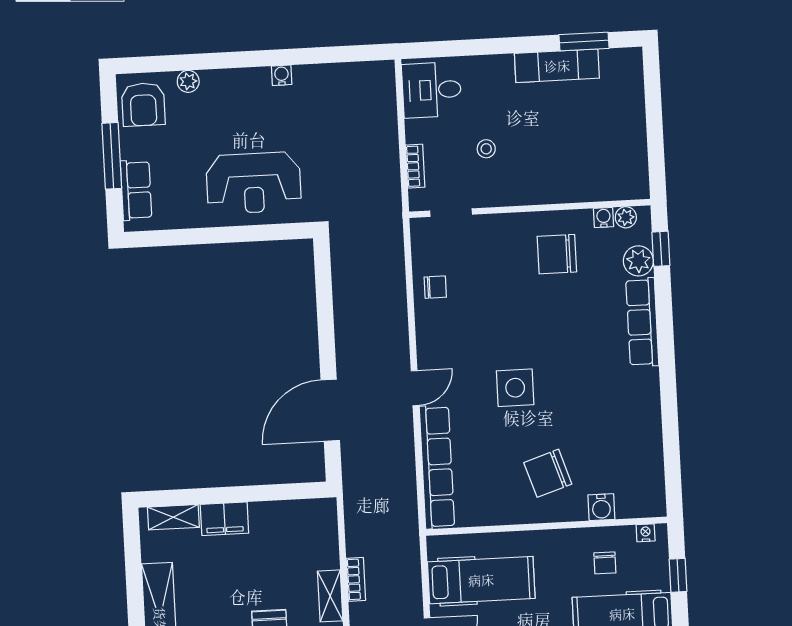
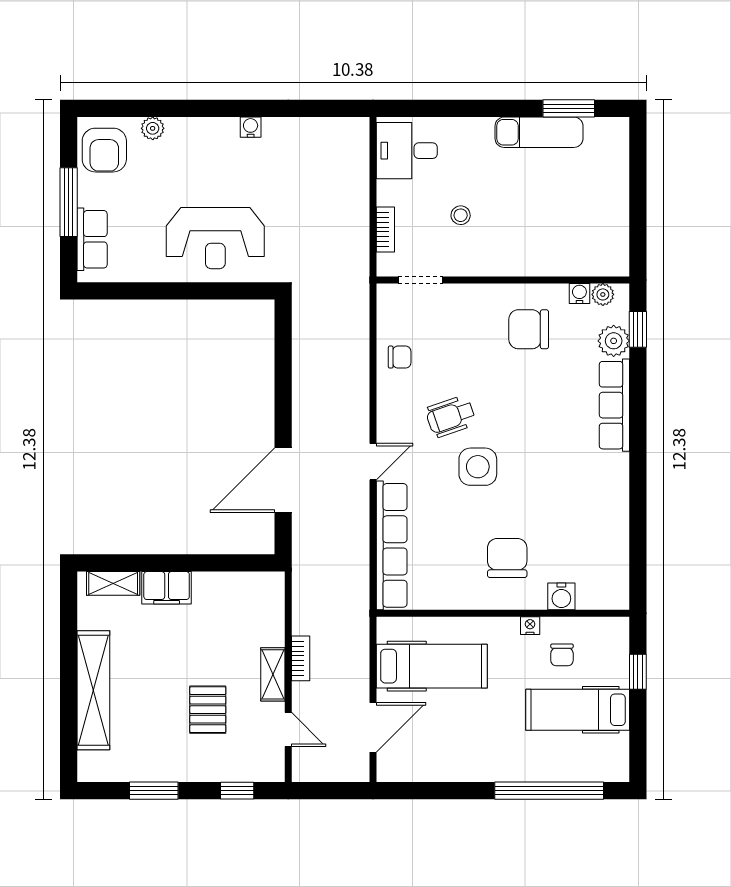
wheelchair: (487, 341) -> (451, 416), added
chair: (548, 473) -> (507, 558), turned 108
nightstand: (646, 533) -> (530, 626), moved

